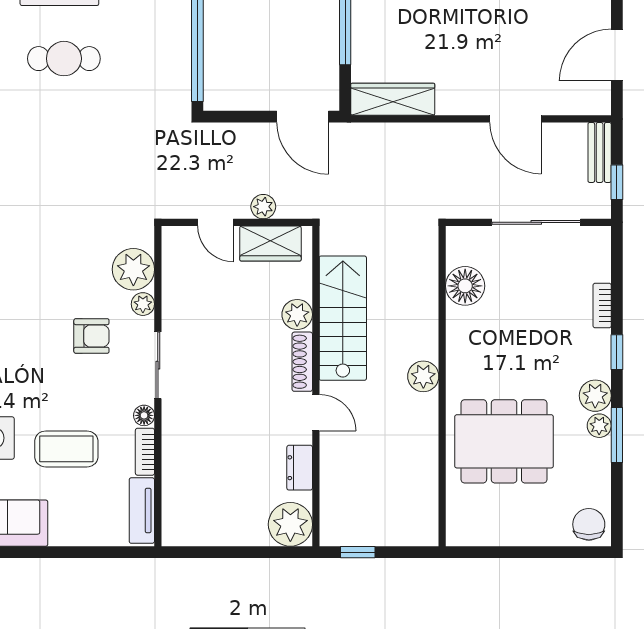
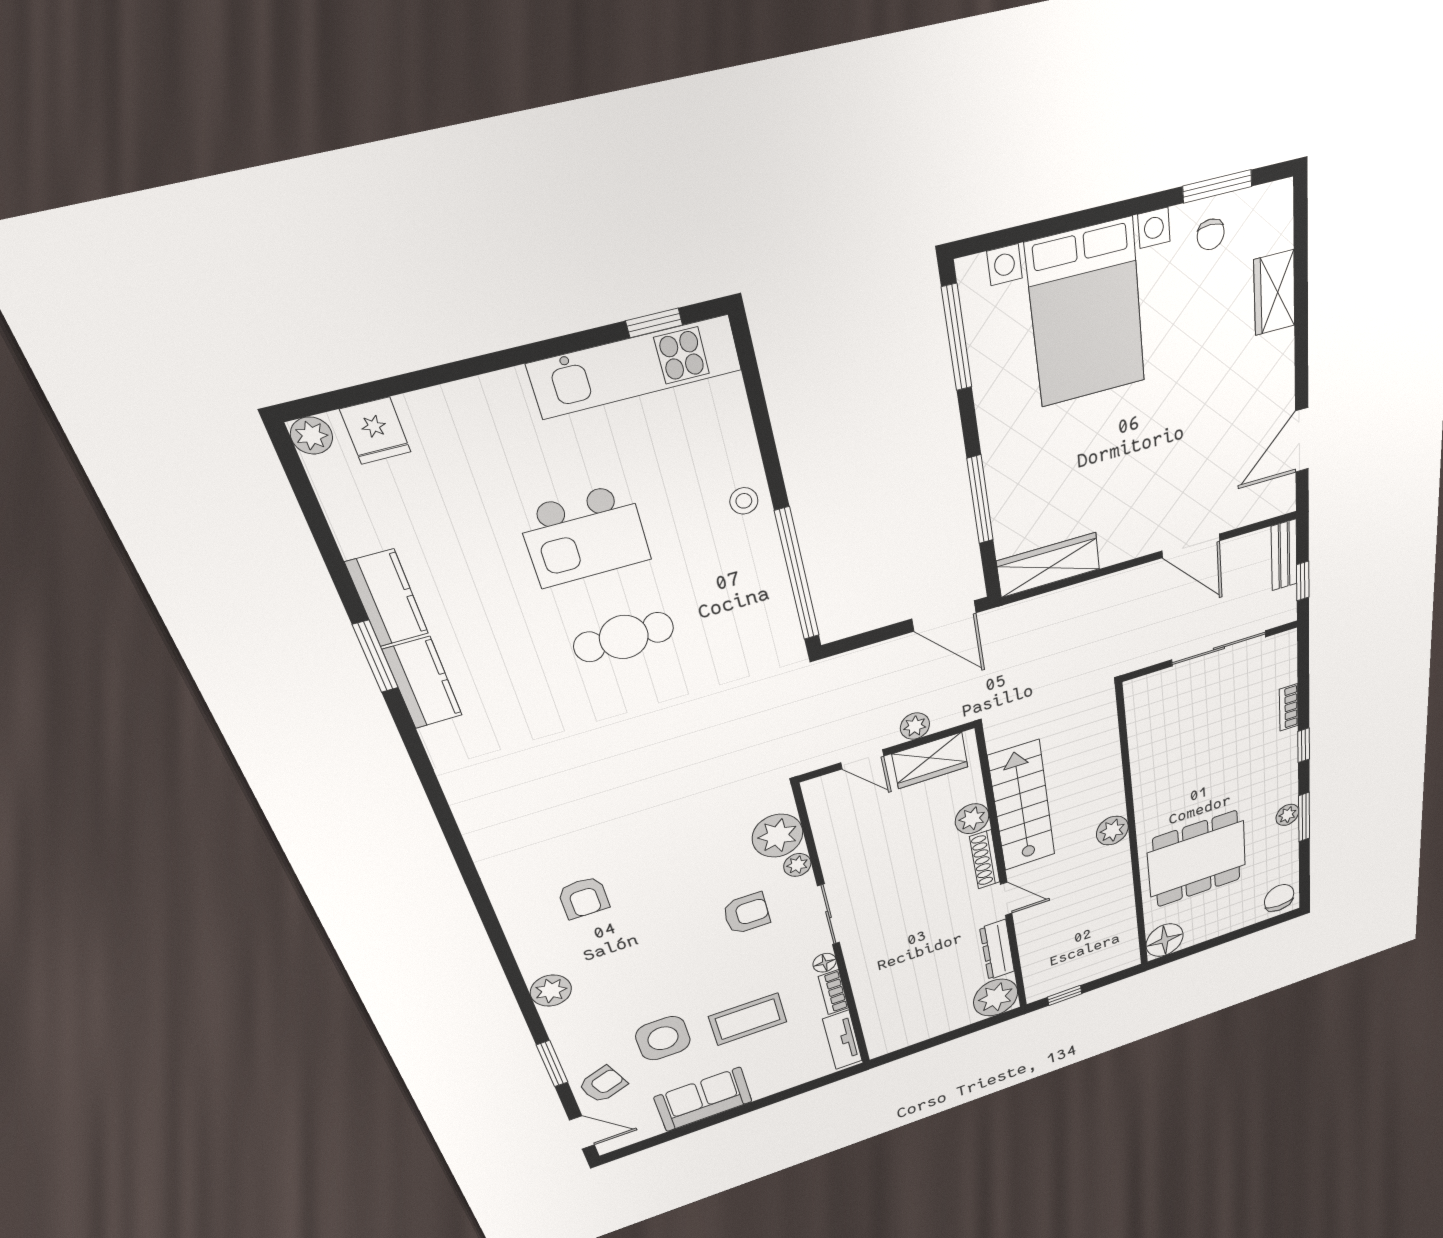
floor lamp: (465, 286) -> (1165, 940), moved
plant: (595, 396) -> (1283, 791), removed
dresser: (300, 468) -> (997, 950), width x1.44

